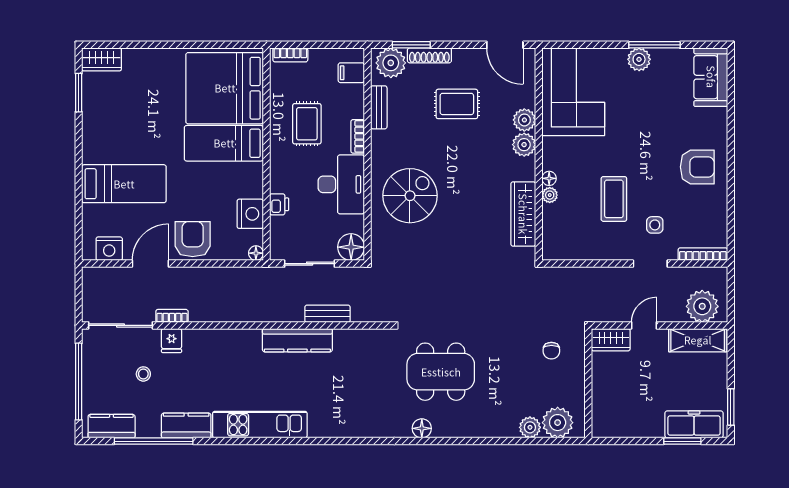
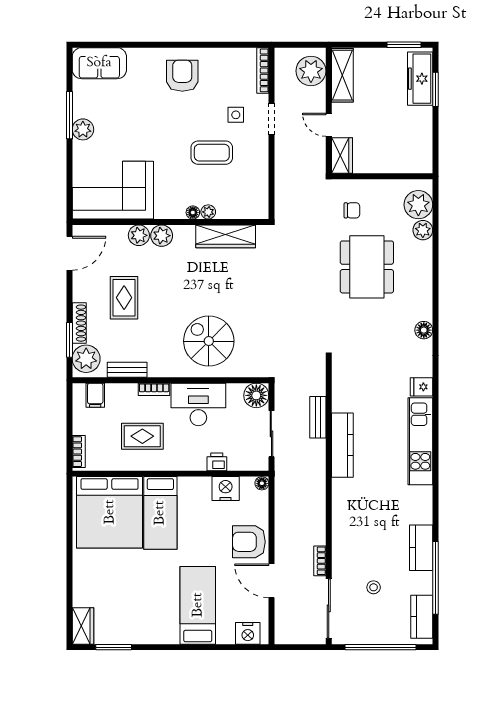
nightstand: (109, 249) -> (248, 633), moved, turned 90
fridge: (172, 341) -> (422, 387), moved, turned 180
dining table: (441, 372) -> (367, 267), moved
kitchen unit: (260, 425) -> (420, 441), moved

